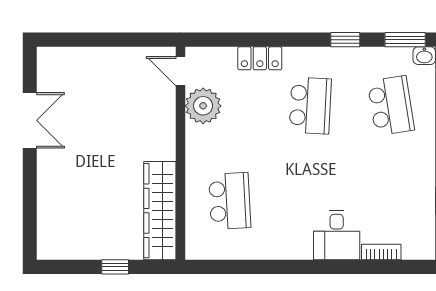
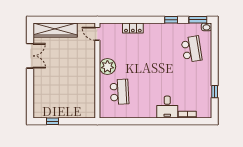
plant: (203, 106) -> (107, 67), moved
school desk: (310, 106) -> (155, 49), removed
wardrobe: (160, 211) -> (55, 30), moved, turned -90
window: (115, 267) -> (52, 121), moved

